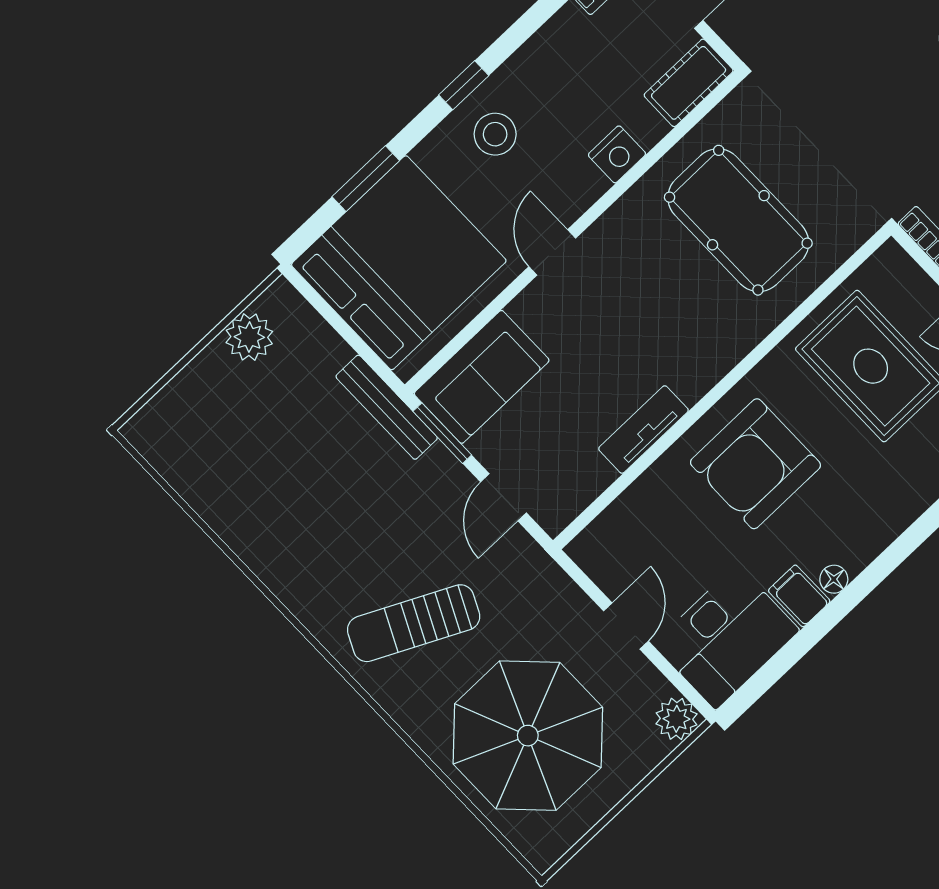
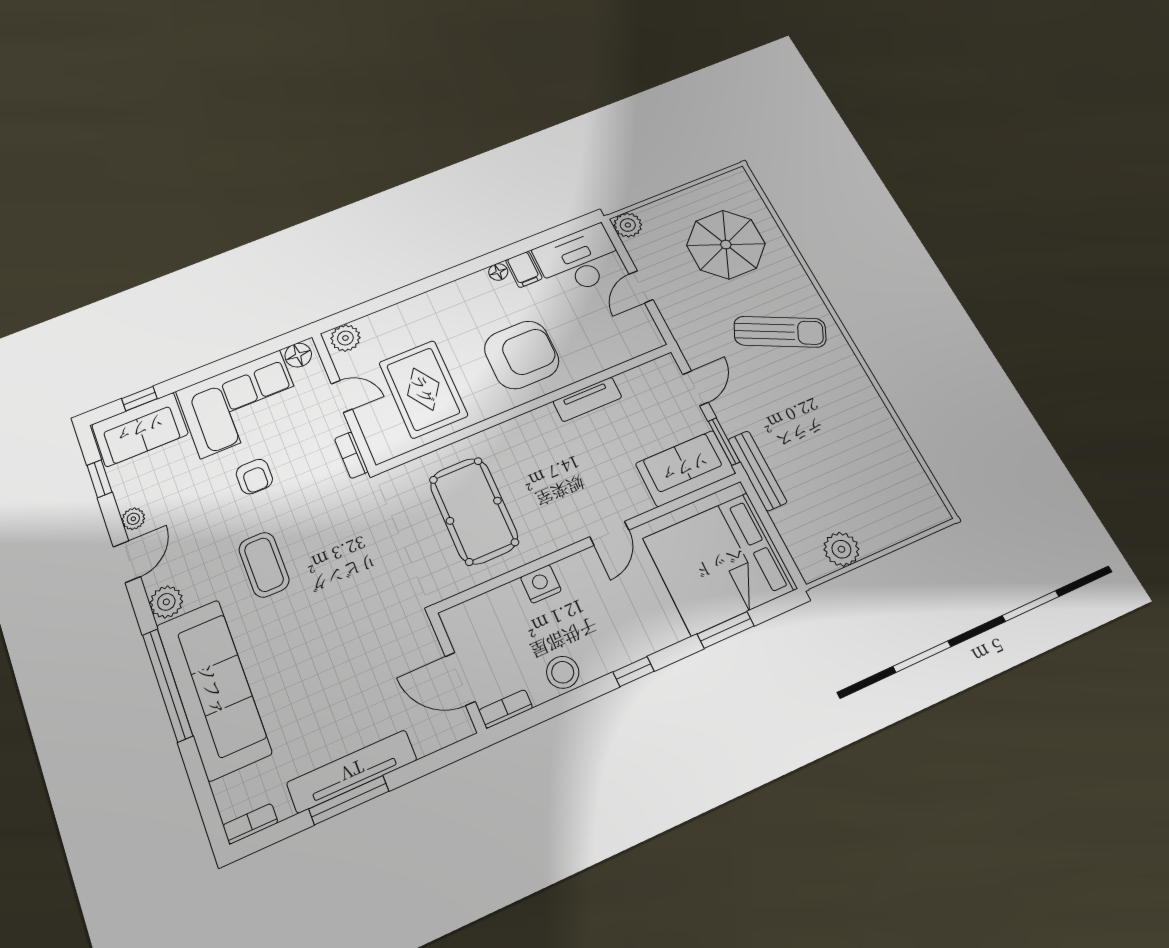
cot: (689, 83) -> (473, 616), removed
stool: (495, 134) -> (563, 672), moved
parasol: (528, 736) -> (726, 245), width x0.73, depth x0.73

